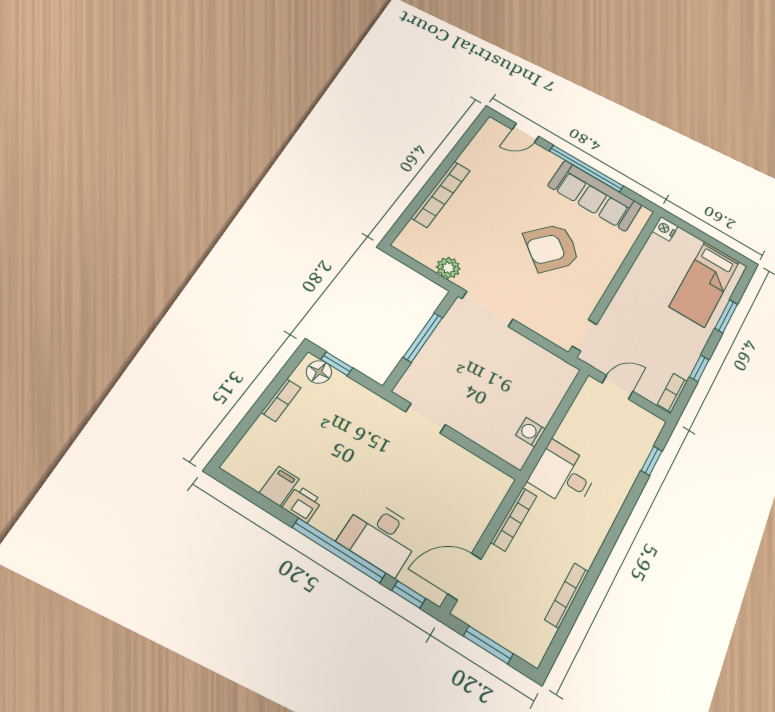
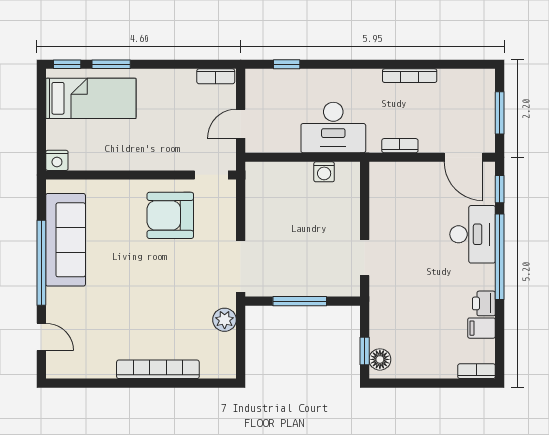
armchair: (552, 248) -> (170, 215), moved, turned 140
window: (699, 368) -> (67, 64), moved
door: (617, 387) -> (241, 124), hinge flipped
bookcase: (281, 400) -> (477, 371), moved
desk: (564, 475) -> (333, 127), width x1.37
bookcase: (514, 519) -> (400, 146), width x0.64
bookcase: (567, 595) -> (410, 76), moved

